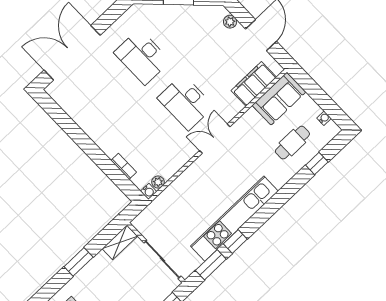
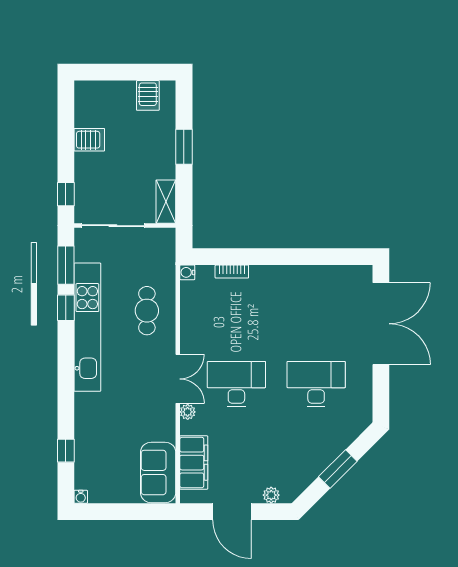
water cooler: (324, 118) -> (81, 497), moved
cafe table: (292, 143) -> (147, 311), moved
plant: (158, 182) -> (188, 412), moved

